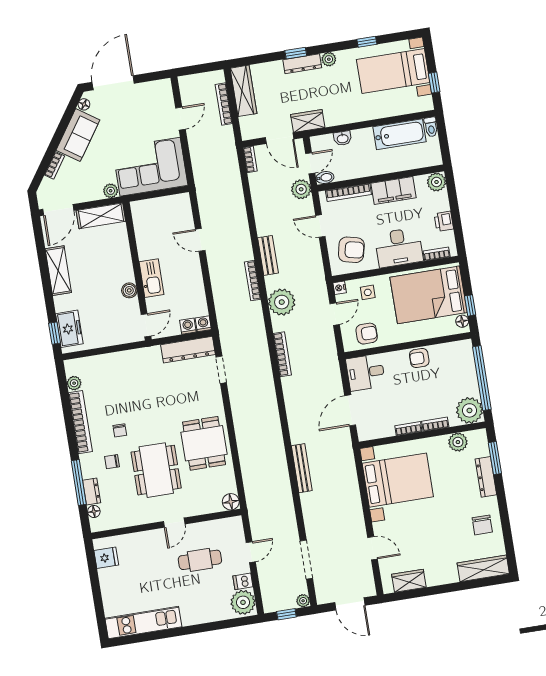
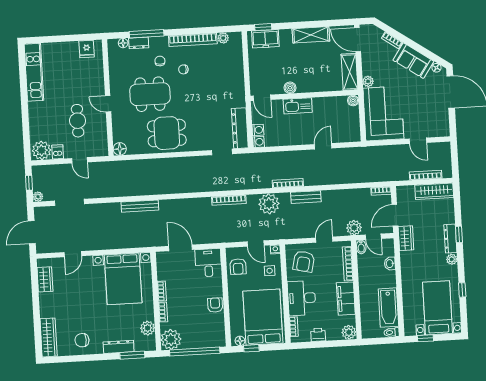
boiler: (137, 207) -> (353, 101), added

